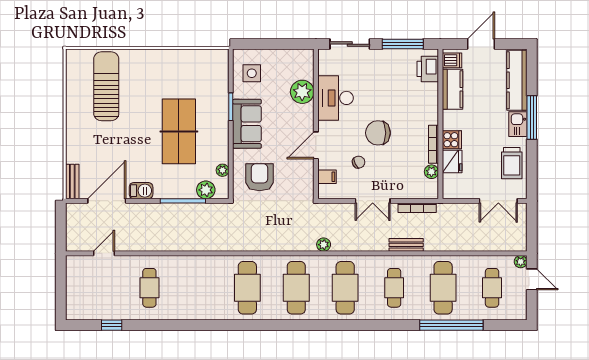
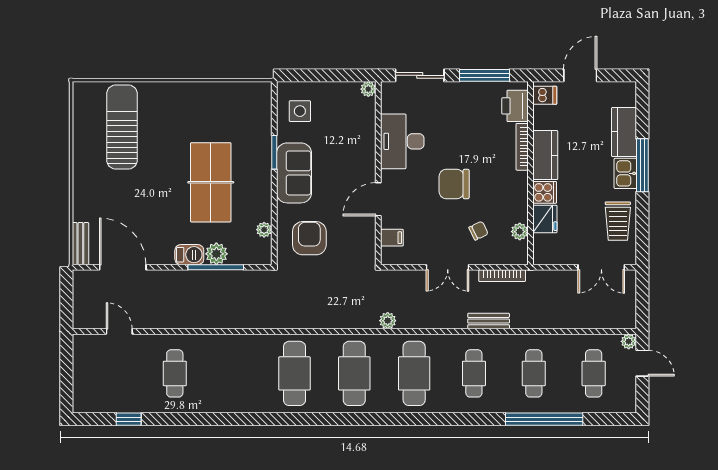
kitchen counter: (517, 80) -> (624, 132), width x0.67
kitchen counter: (452, 89) -> (545, 155), moved
plant: (302, 92) -> (368, 89), moved, width x0.53, depth x0.53
bookcase: (434, 144) -> (522, 147), moved
chair: (359, 162) -> (479, 231), moved
plant: (206, 190) -> (216, 254), moved
barbecue: (141, 191) -> (189, 255), moved
door: (107, 201) -> (123, 267), hinge flipped
door: (104, 253) -> (119, 331), hinge flipped
cafe table: (443, 288) -> (534, 373), width x0.73, depth x0.74

